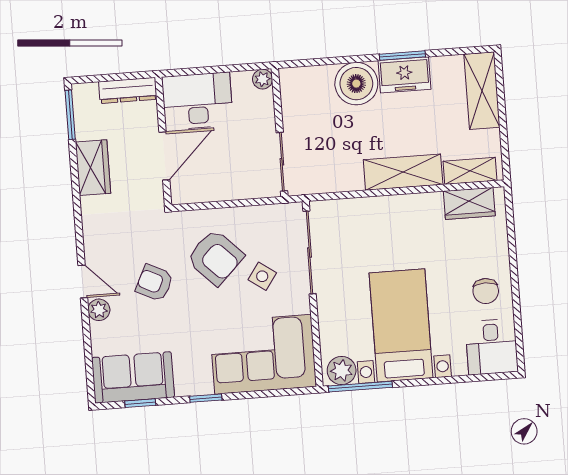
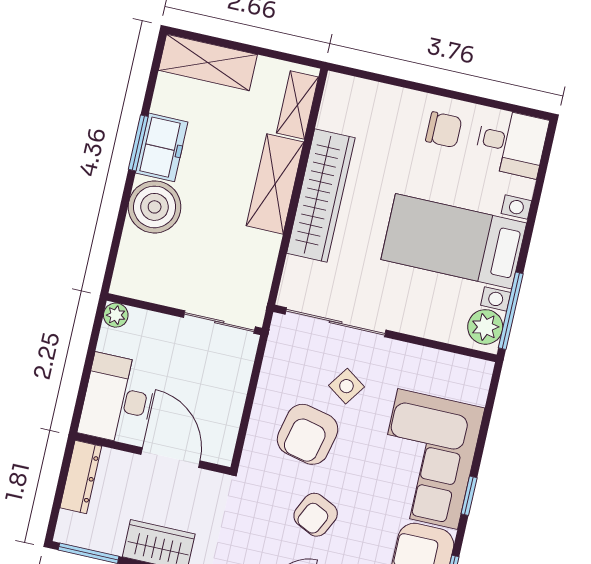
wardrobe: (469, 203) -> (321, 195), moved, width x2.10, depth x1.17
armchair: (215, 257) -> (308, 434), turned 148
corner sofa: (263, 354) -> (428, 459), moved

